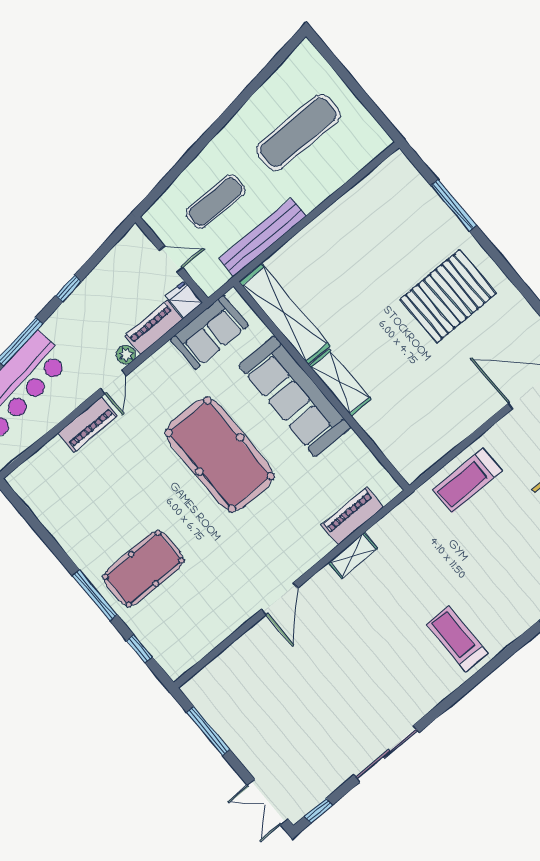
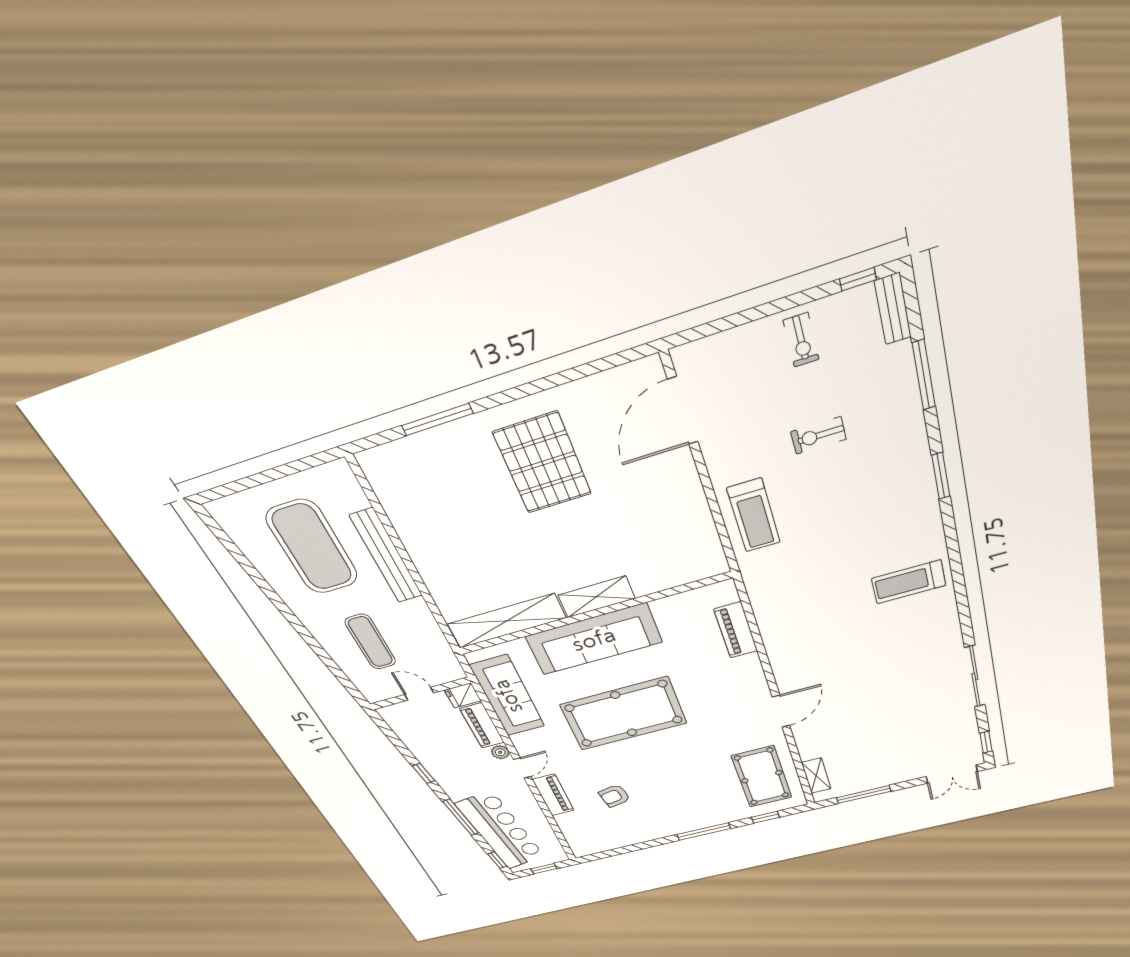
exercise mat: (298, 132) -> (312, 547), width x1.47
bench: (263, 237) -> (386, 556), moved
door: (171, 259) -> (419, 694), hinge flipped
sofa: (209, 332) -> (507, 696), width x1.36
door: (113, 382) -> (522, 768), hinge flipped
armchair: (110, 485) -> (615, 796), added
shelving: (353, 556) -> (816, 776), moved
pool table: (143, 569) -> (762, 777), moved
door: (280, 599) -> (781, 711), hinge flipped

